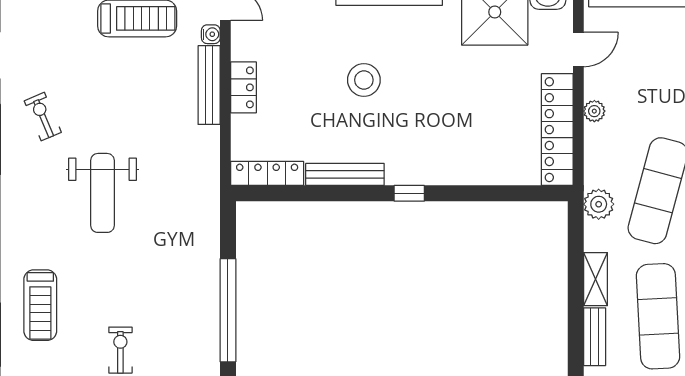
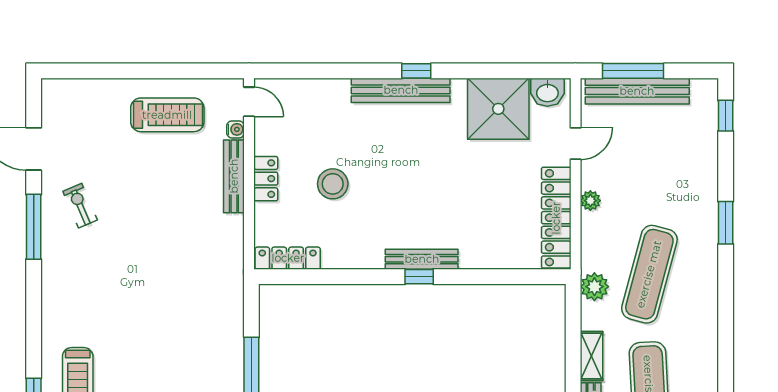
stool: (364, 80) -> (333, 184), moved
bench: (345, 174) -> (422, 259), moved
weight bench: (102, 193) -> (135, 276), removed

